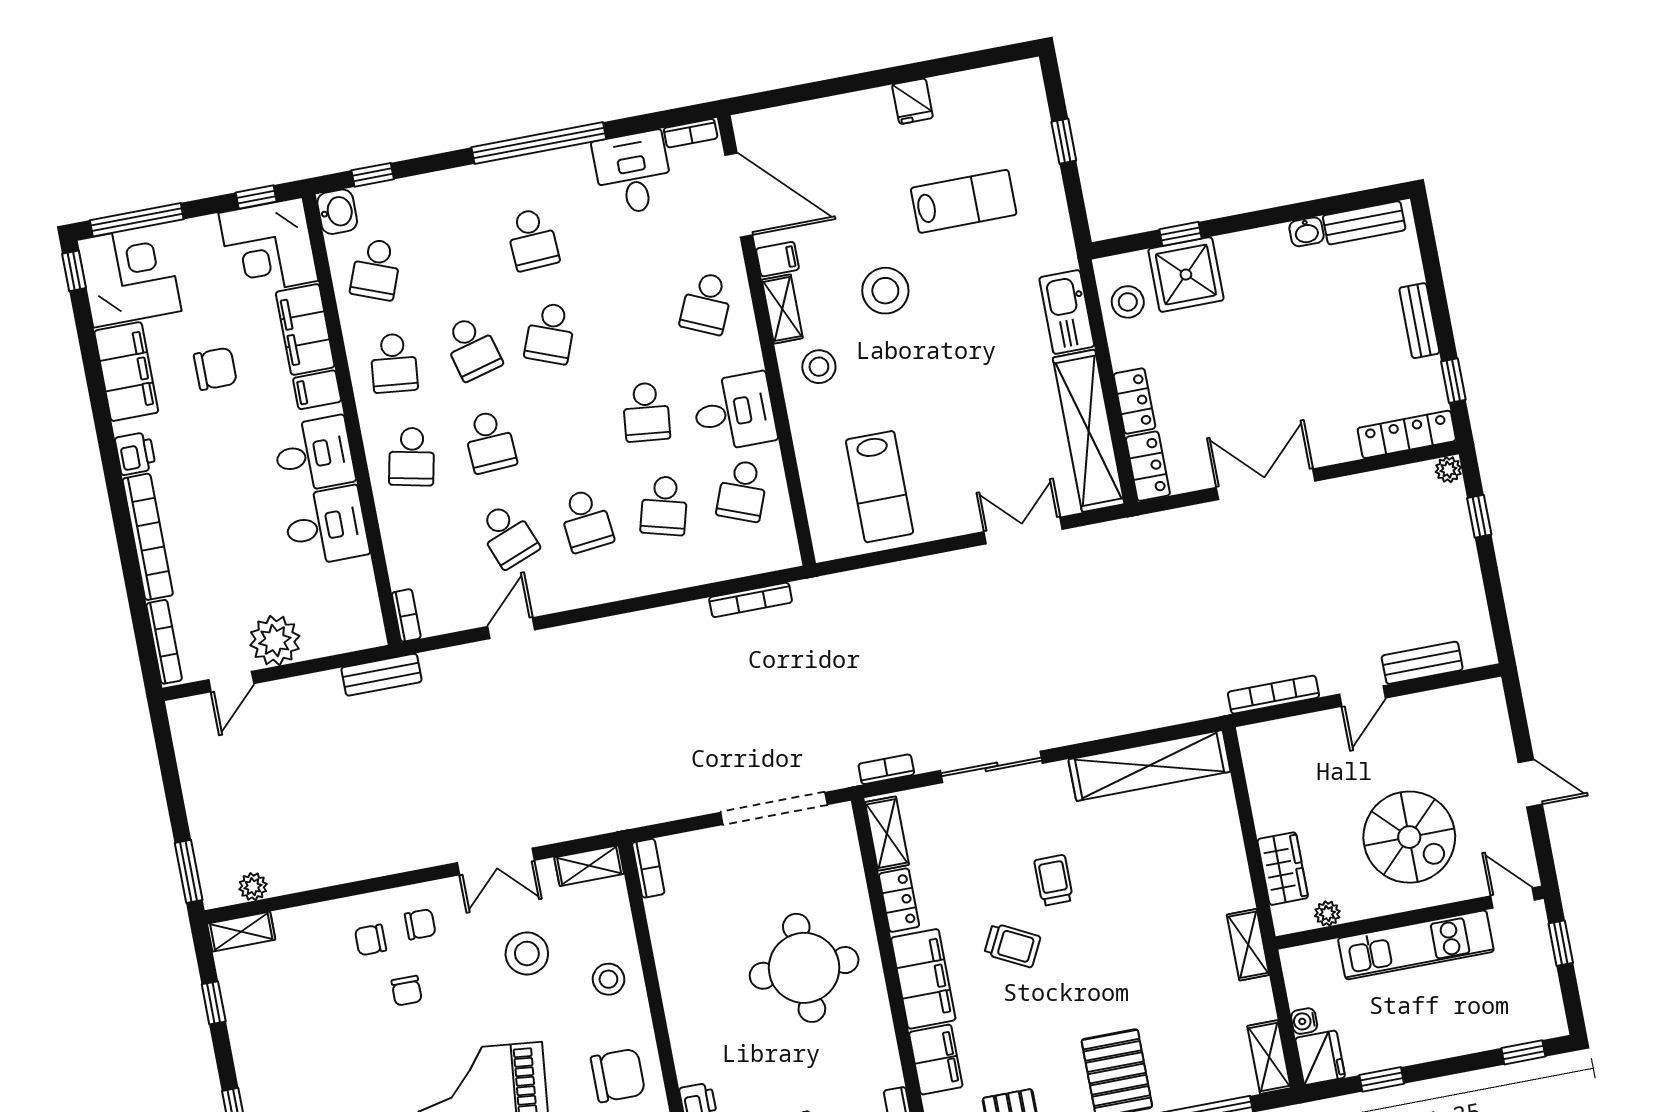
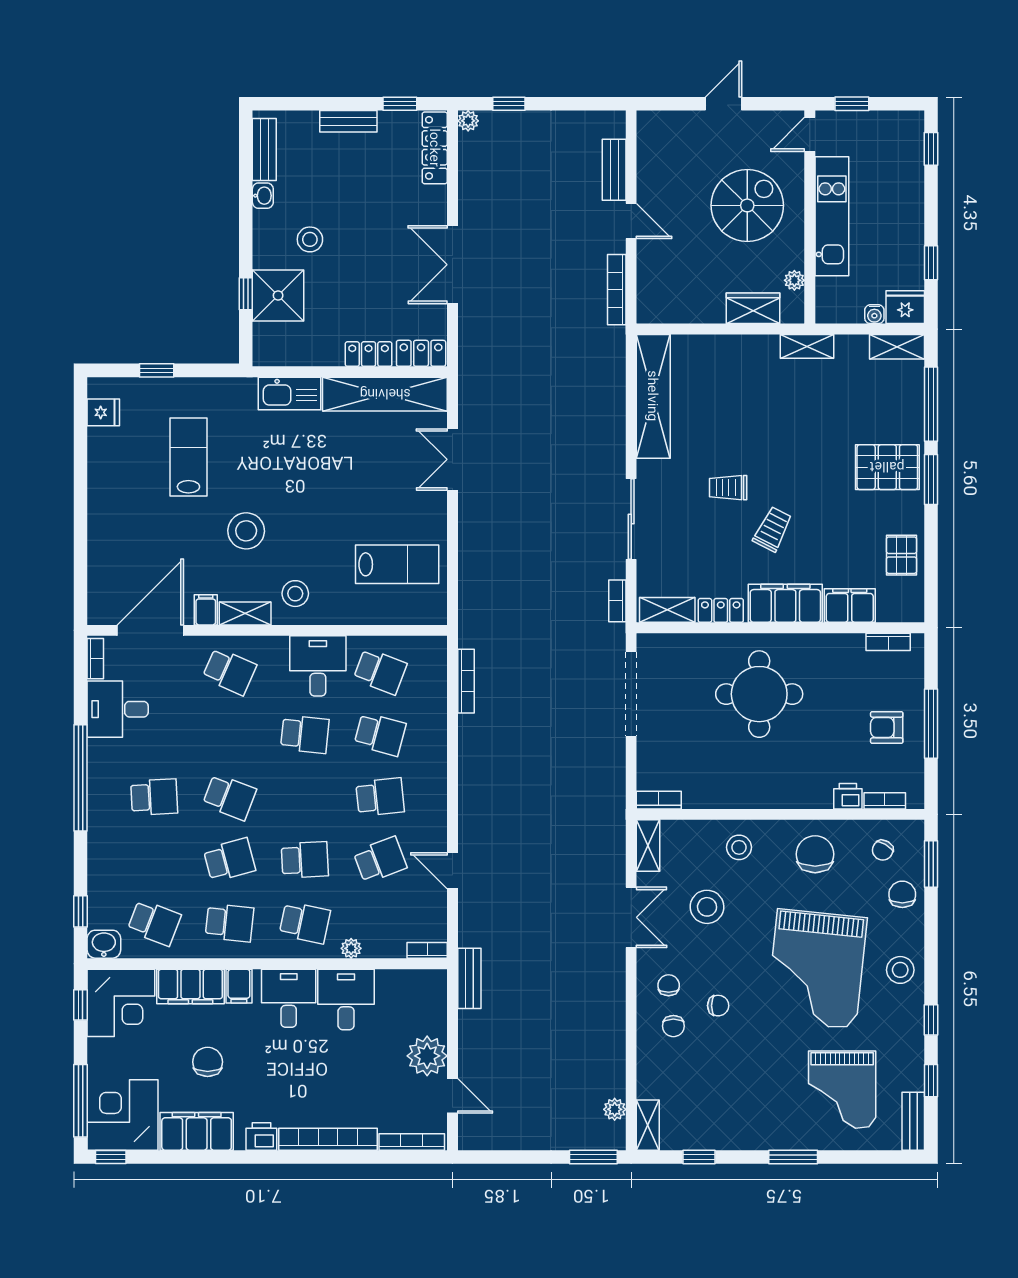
fridge: (912, 101) -> (103, 412), moved
stool: (1128, 302) -> (310, 239), moved
plant: (391, 520) -> (351, 948), added

